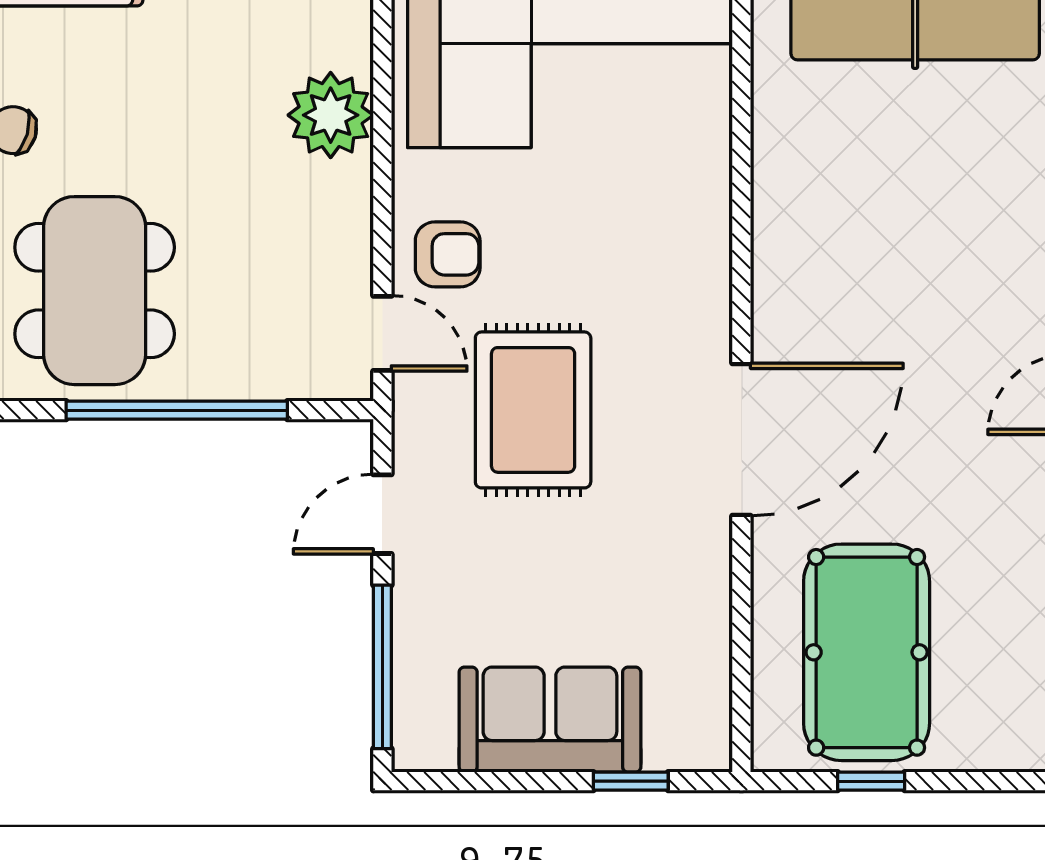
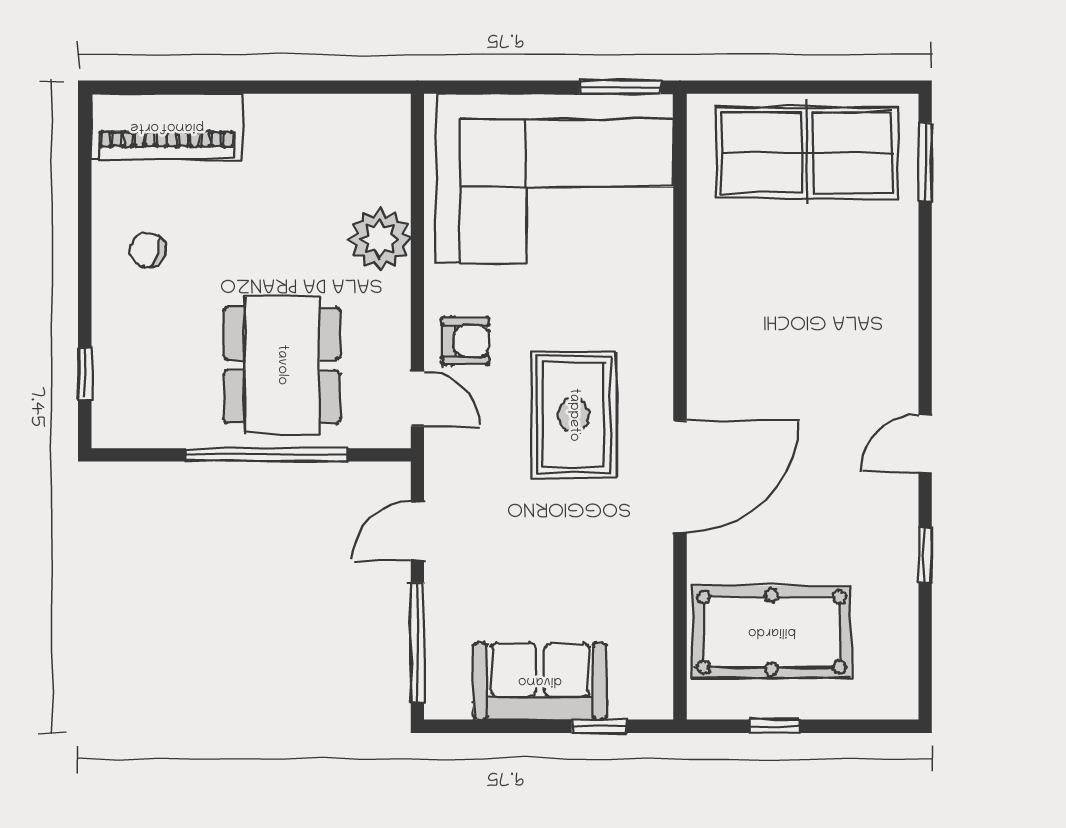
dining table: (95, 291) -> (282, 365), moved
rug: (533, 410) -> (574, 415), moved
pool table: (867, 652) -> (772, 632), turned 90

